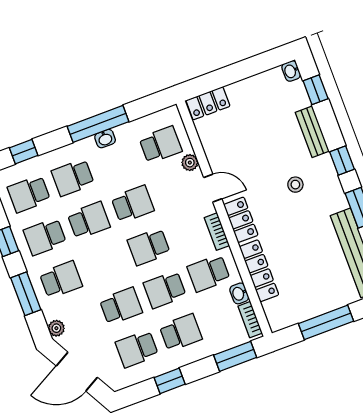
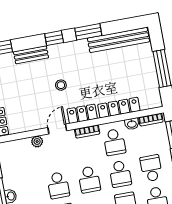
school desk: (161, 145) -> (21, 159), removed
stool: (295, 185) -> (61, 85), moved
school desk: (133, 204) -> (58, 185), turned 180

